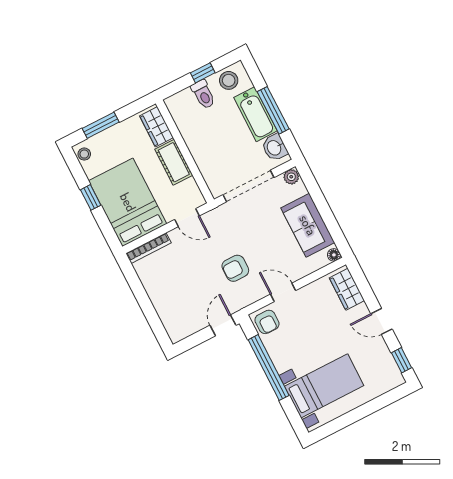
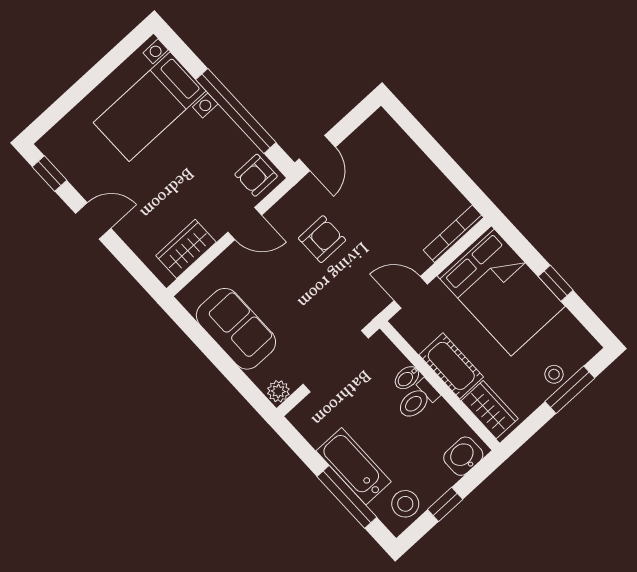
toilet: (203, 94) -> (418, 400), moved, turned -90
window: (273, 110) -> (347, 497), moved
washbasin: (275, 148) -> (463, 456), moved, turned -90
stool: (84, 154) -> (554, 374), moved
bidet: (205, 163) -> (407, 378), added
floor lamp: (334, 255) -> (187, 297), removed
wardrobe: (347, 289) -> (186, 249), moved, turned -90
armchair: (267, 322) -> (256, 175), turned -90

